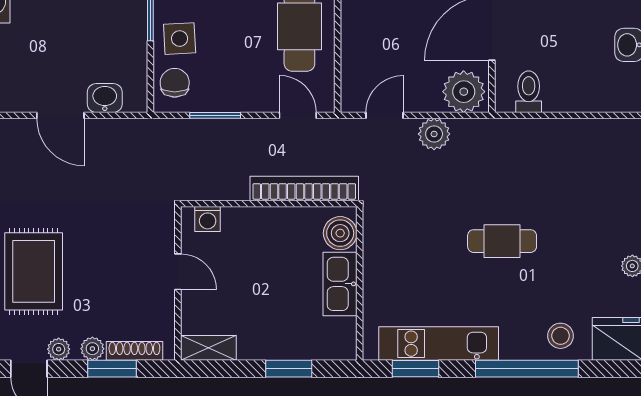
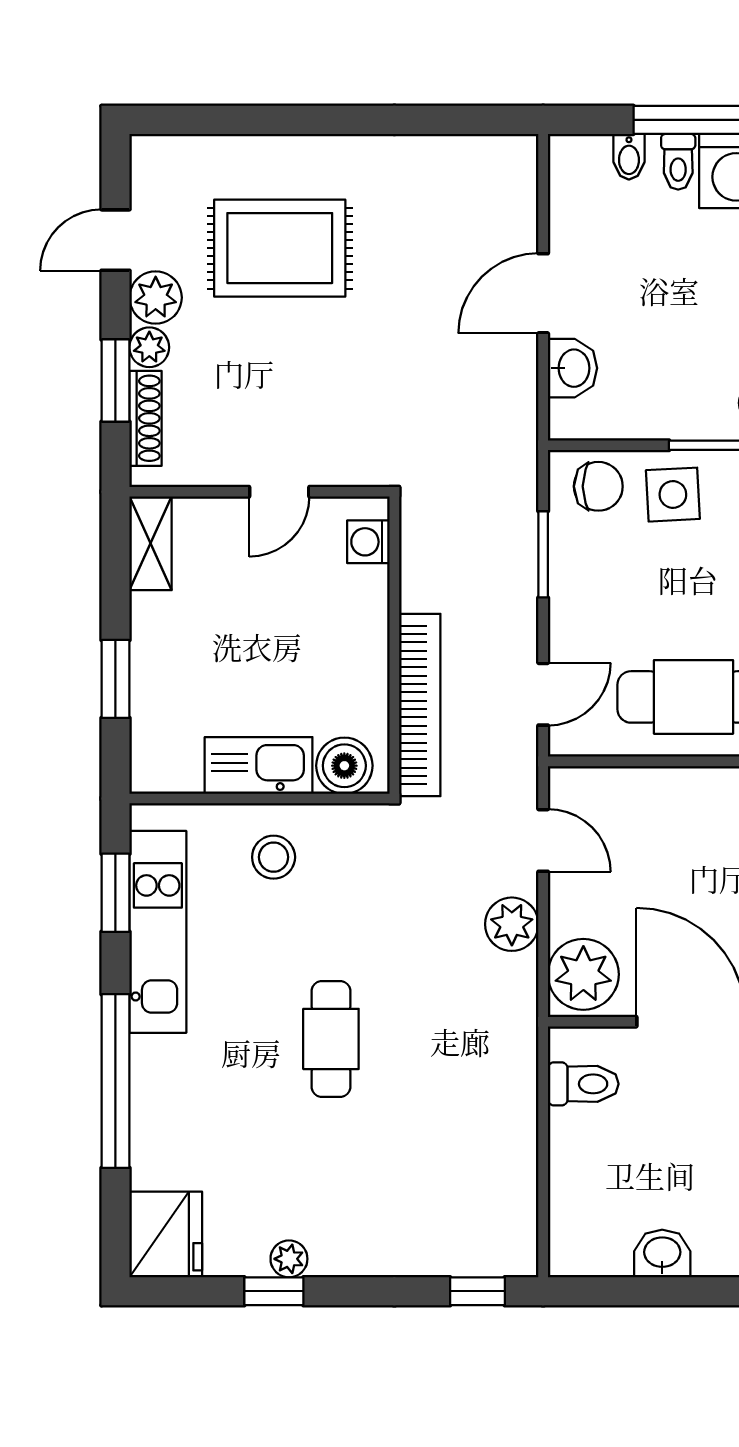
stool: (561, 336) -> (274, 857), moved
plant: (59, 349) -> (156, 298), width x1.38, depth x1.38

